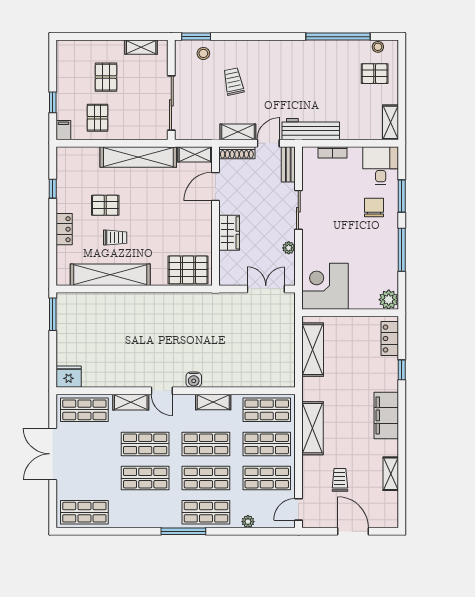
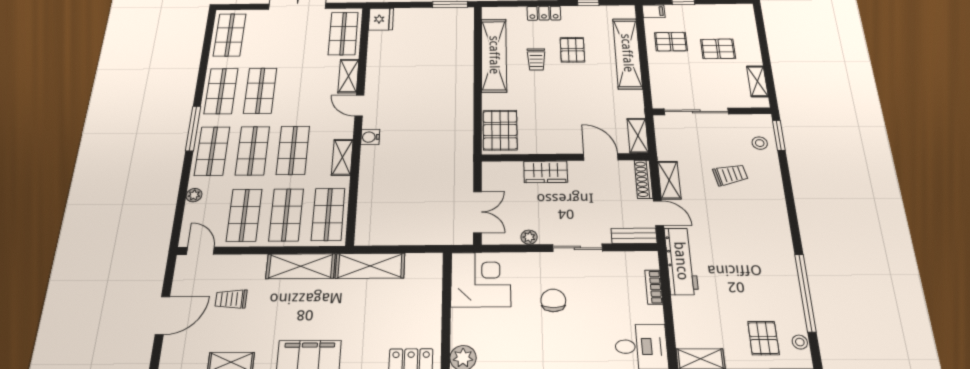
shelving: (138, 157) -> (627, 53), moved
chair: (374, 207) -> (553, 300), moved, turned -90
shelving: (313, 350) -> (370, 266), moved
door: (162, 391) -> (359, 106), hinge flipped
shop shelf: (145, 444) -> (221, 91), moved
trolley: (340, 480) -> (231, 299), turned 180

